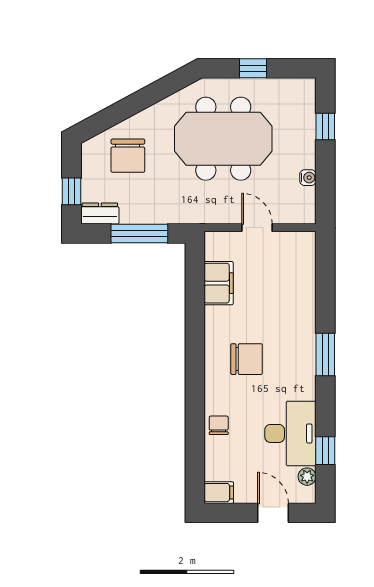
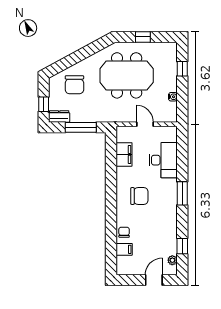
desk: (290, 433) -> (163, 160), moved
filing cabinet: (219, 493) -> (124, 249), moved
door: (273, 513) -> (154, 280), hinge flipped

